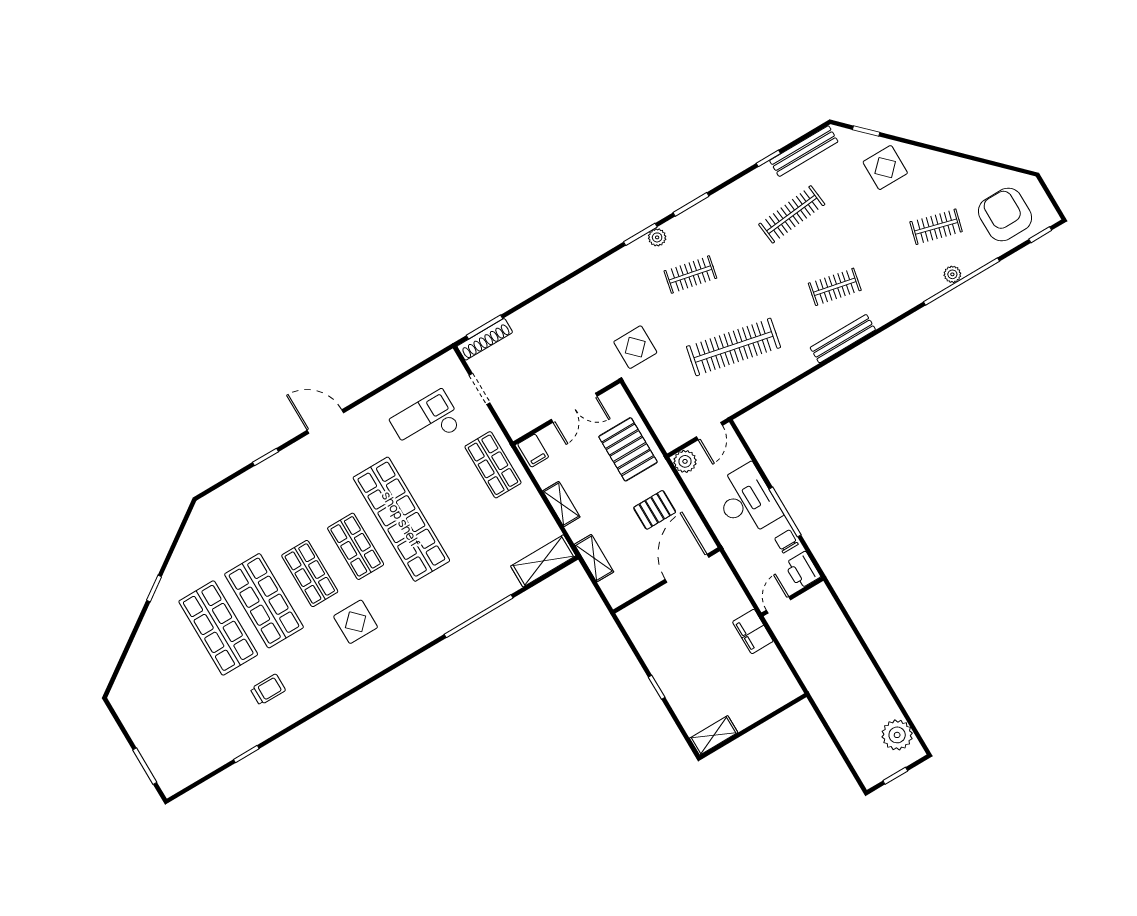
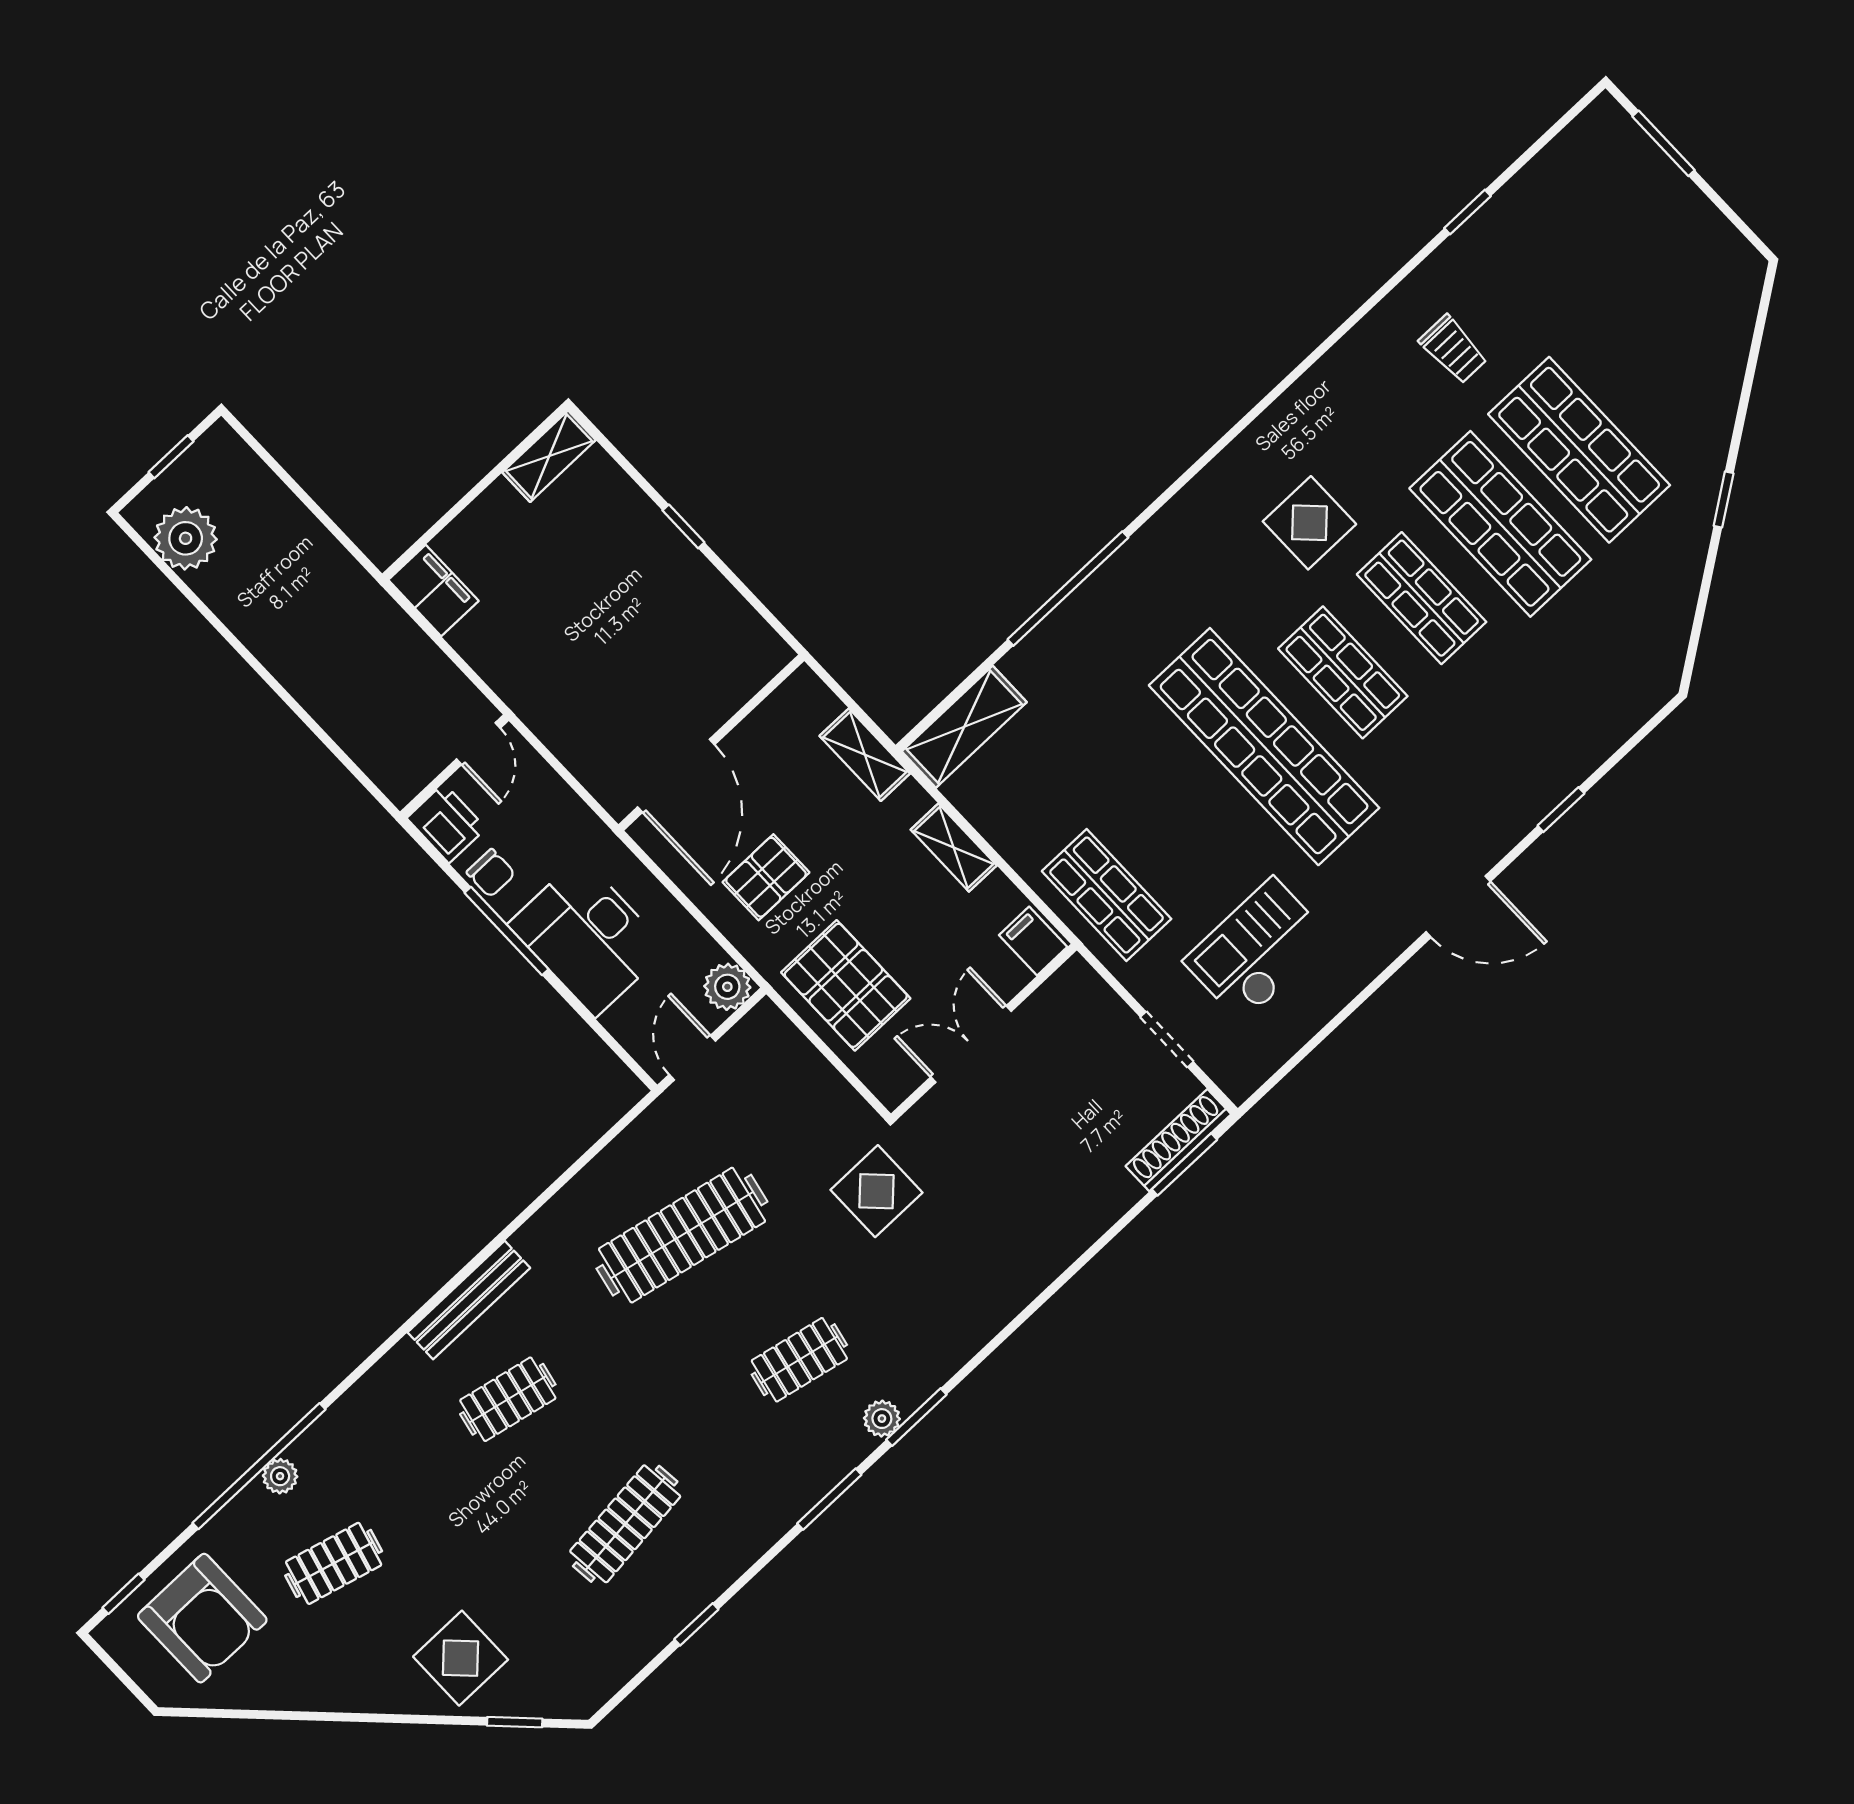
bench: (804, 151) -> (629, 1655), removed
checkout: (426, 422) -> (1258, 950), turned 180
filing cabinet: (753, 632) -> (433, 590), moved
trolley: (268, 690) -> (1453, 349), turned -90

